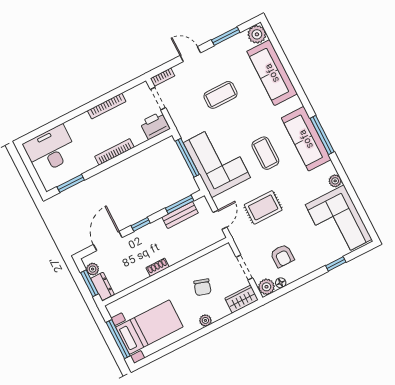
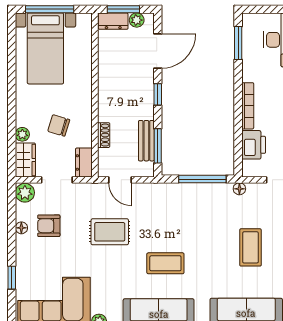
printer: (155, 126) -> (254, 145), moved
floor lamp: (180, 126) -> (239, 189), added
corner sofa: (217, 160) -> (184, 209), removed
rug: (263, 207) -> (110, 232), turned 90
door: (108, 241) -> (158, 51), hinge flipped
dresser: (221, 254) -> (84, 163), added
shoe rack: (158, 267) -> (104, 135), moved
floor lamp: (281, 283) -> (21, 228), moved
plant: (205, 320) -> (22, 134), moved

